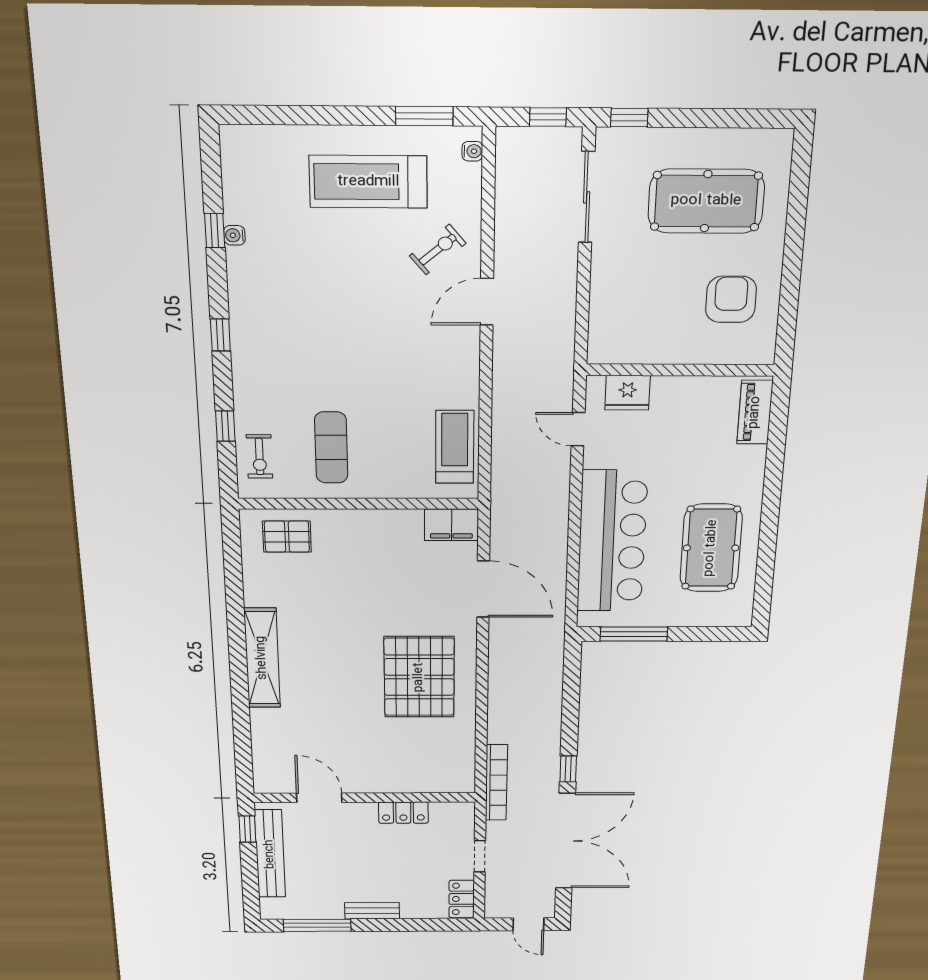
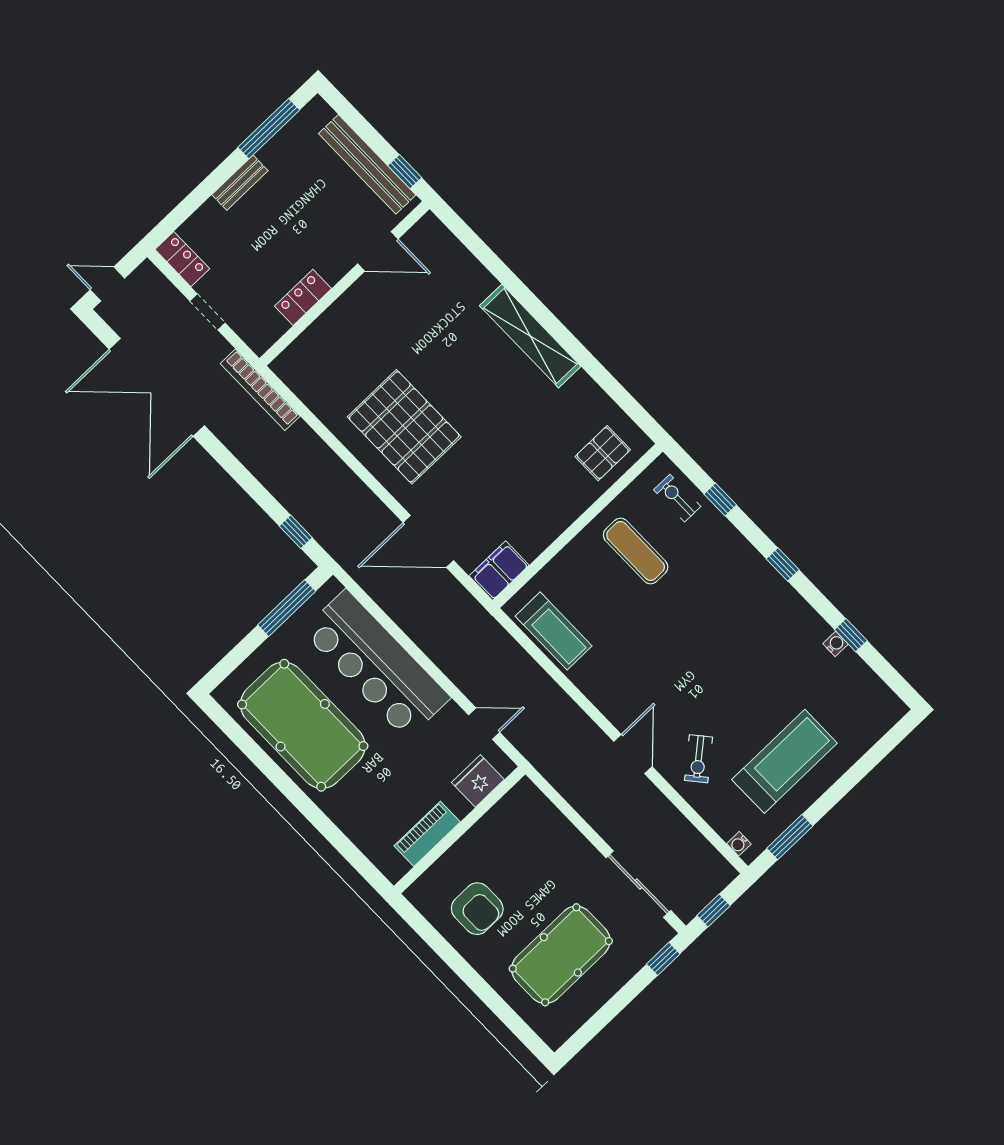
piano: (755, 412) -> (427, 834), moved, turned -90
pool table: (711, 548) -> (303, 725), width x1.36, depth x1.32
window: (568, 769) -> (296, 532), moved

